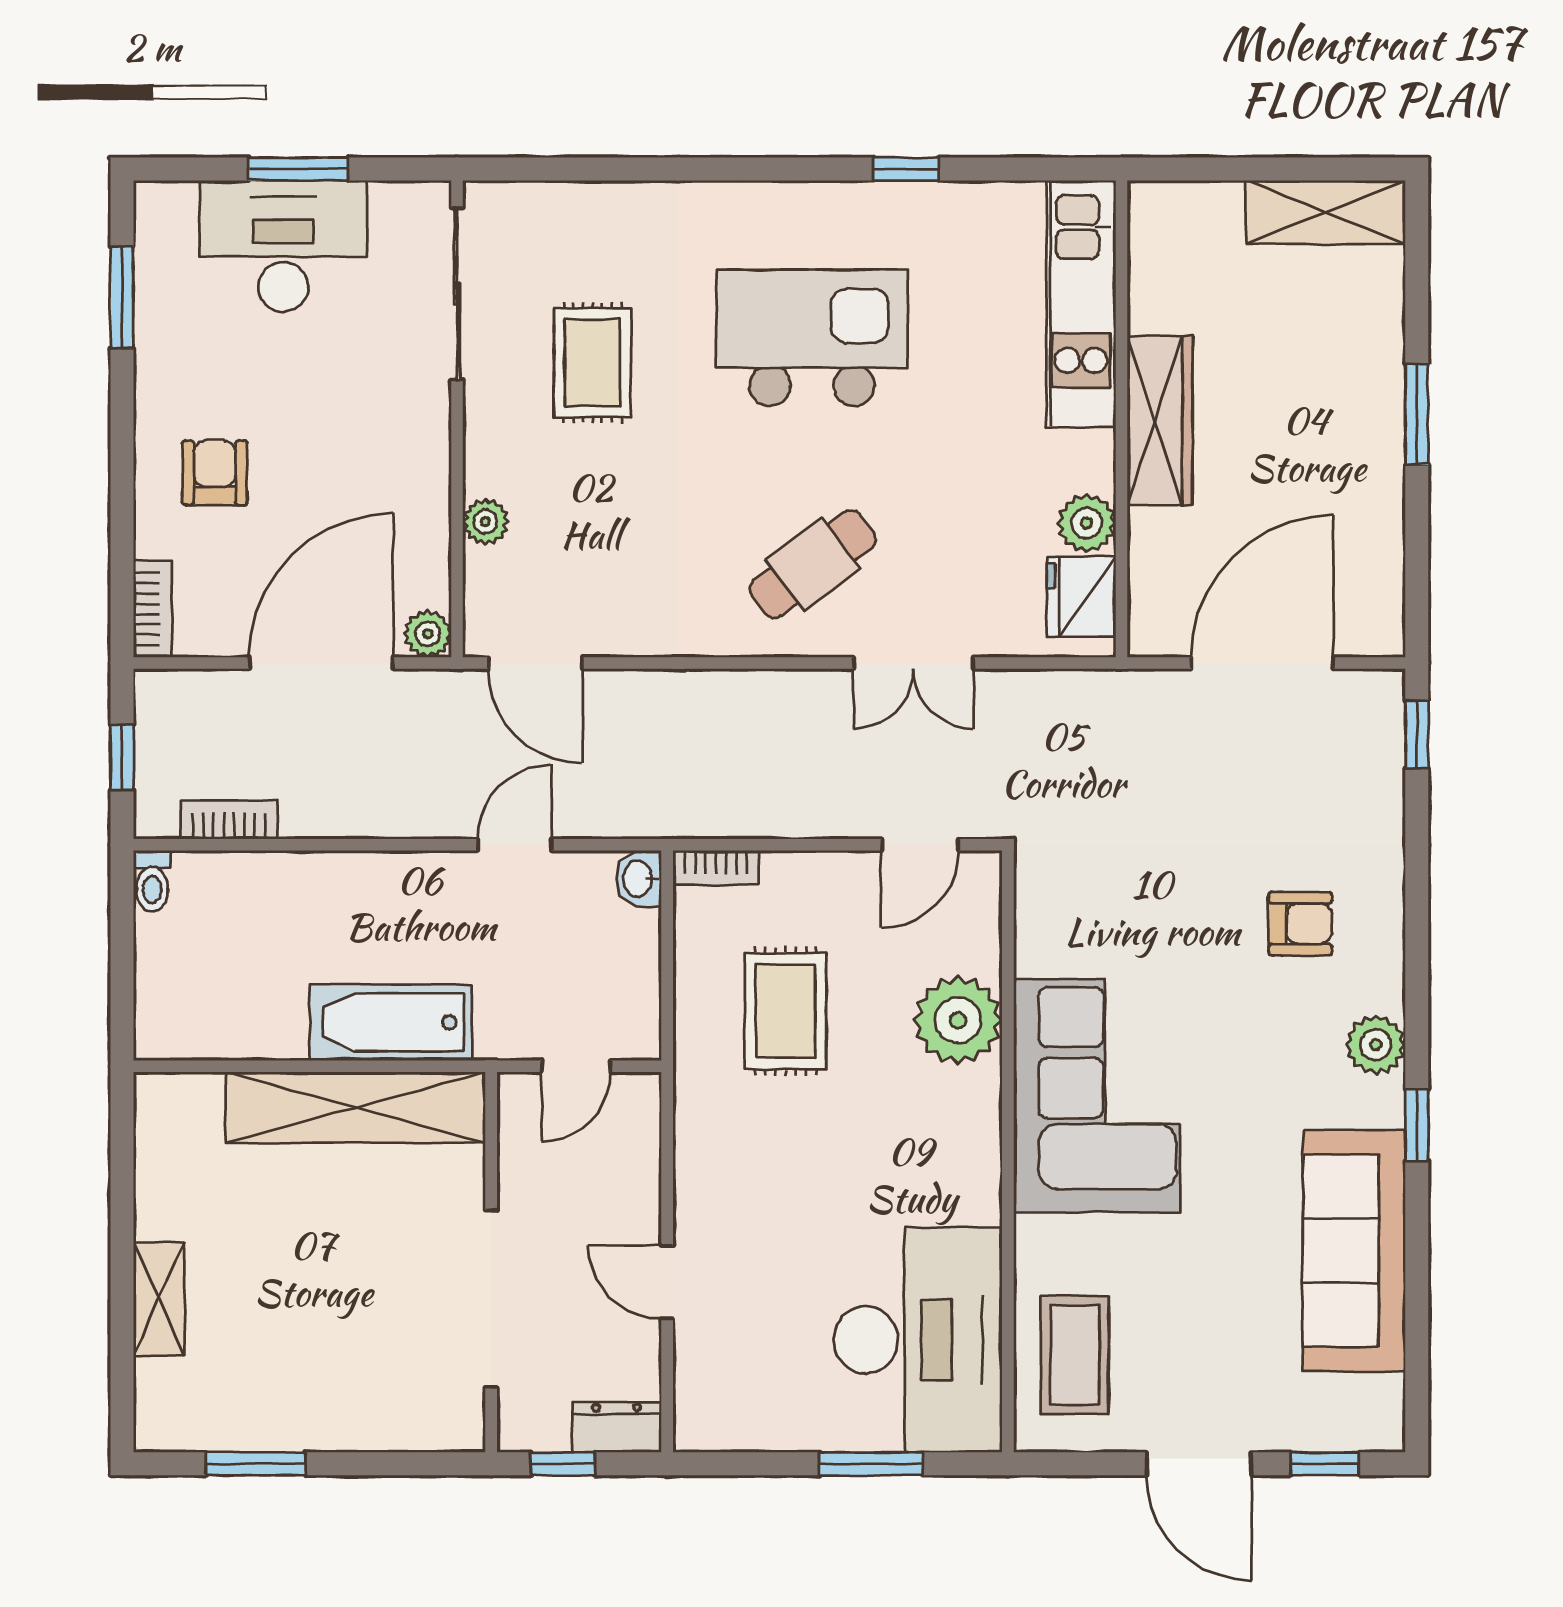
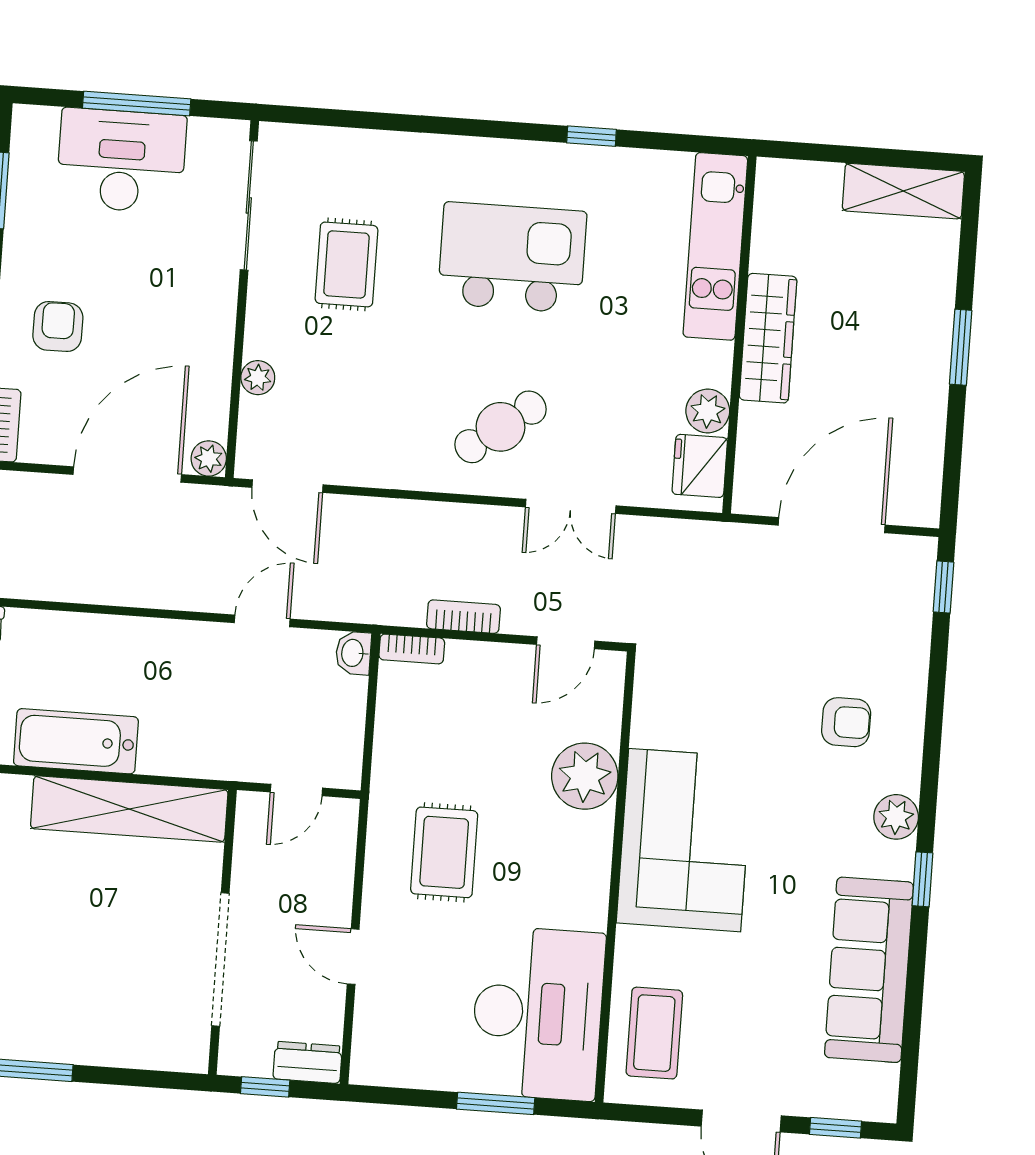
window: (298, 169) -> (137, 104), width x1.44
bookcase: (229, 820) -> (464, 617), moved
rug: (785, 1011) -> (444, 852), moved
bathtub: (391, 1022) -> (76, 741), moved

